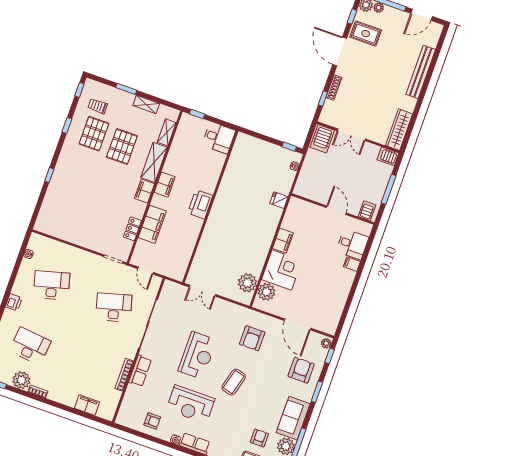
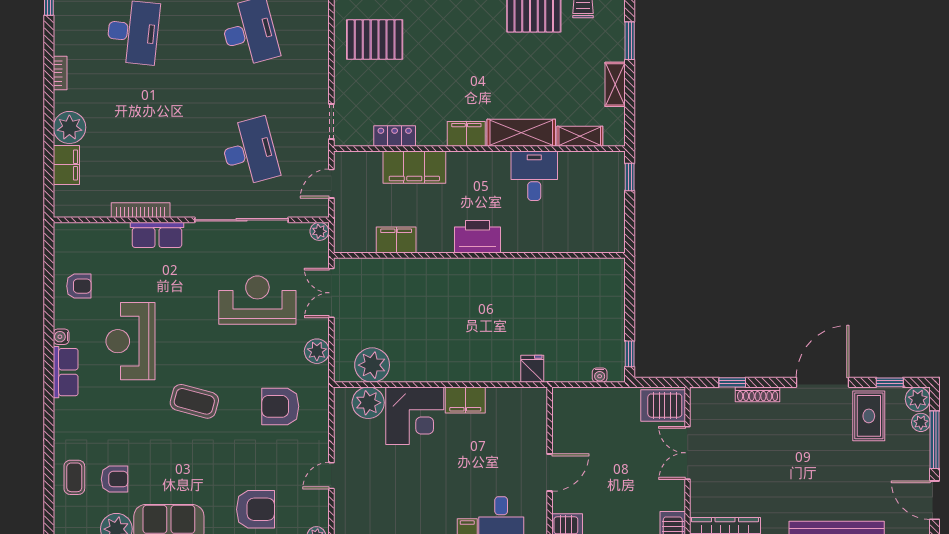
desk: (219, 138) -> (534, 176), moved, turned 180
pallet: (122, 147) -> (375, 40), moved
filing cabinet: (165, 185) -> (396, 240), moved, turned 180
plant: (168, 286) -> (319, 231), added
plant: (230, 309) -> (317, 351), added
door: (298, 324) -> (331, 476), width x0.53
reception desk: (197, 355) -> (257, 300), moved, turned 180
plant: (21, 380) -> (69, 127), moved
armchair: (152, 421) -> (79, 286), turned -90

